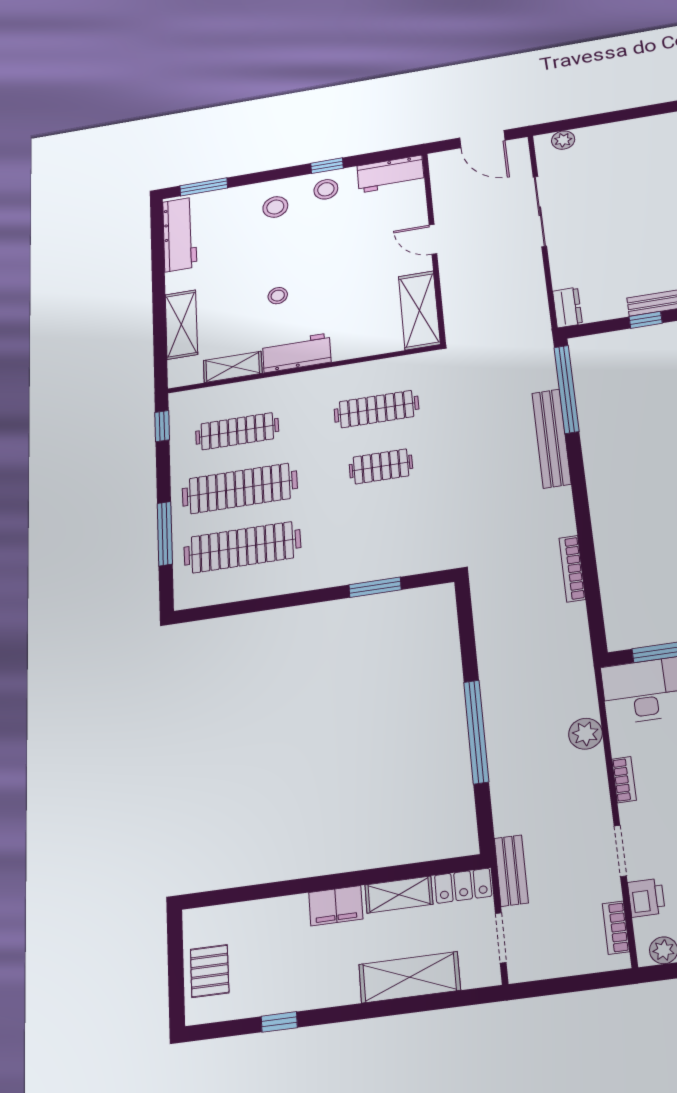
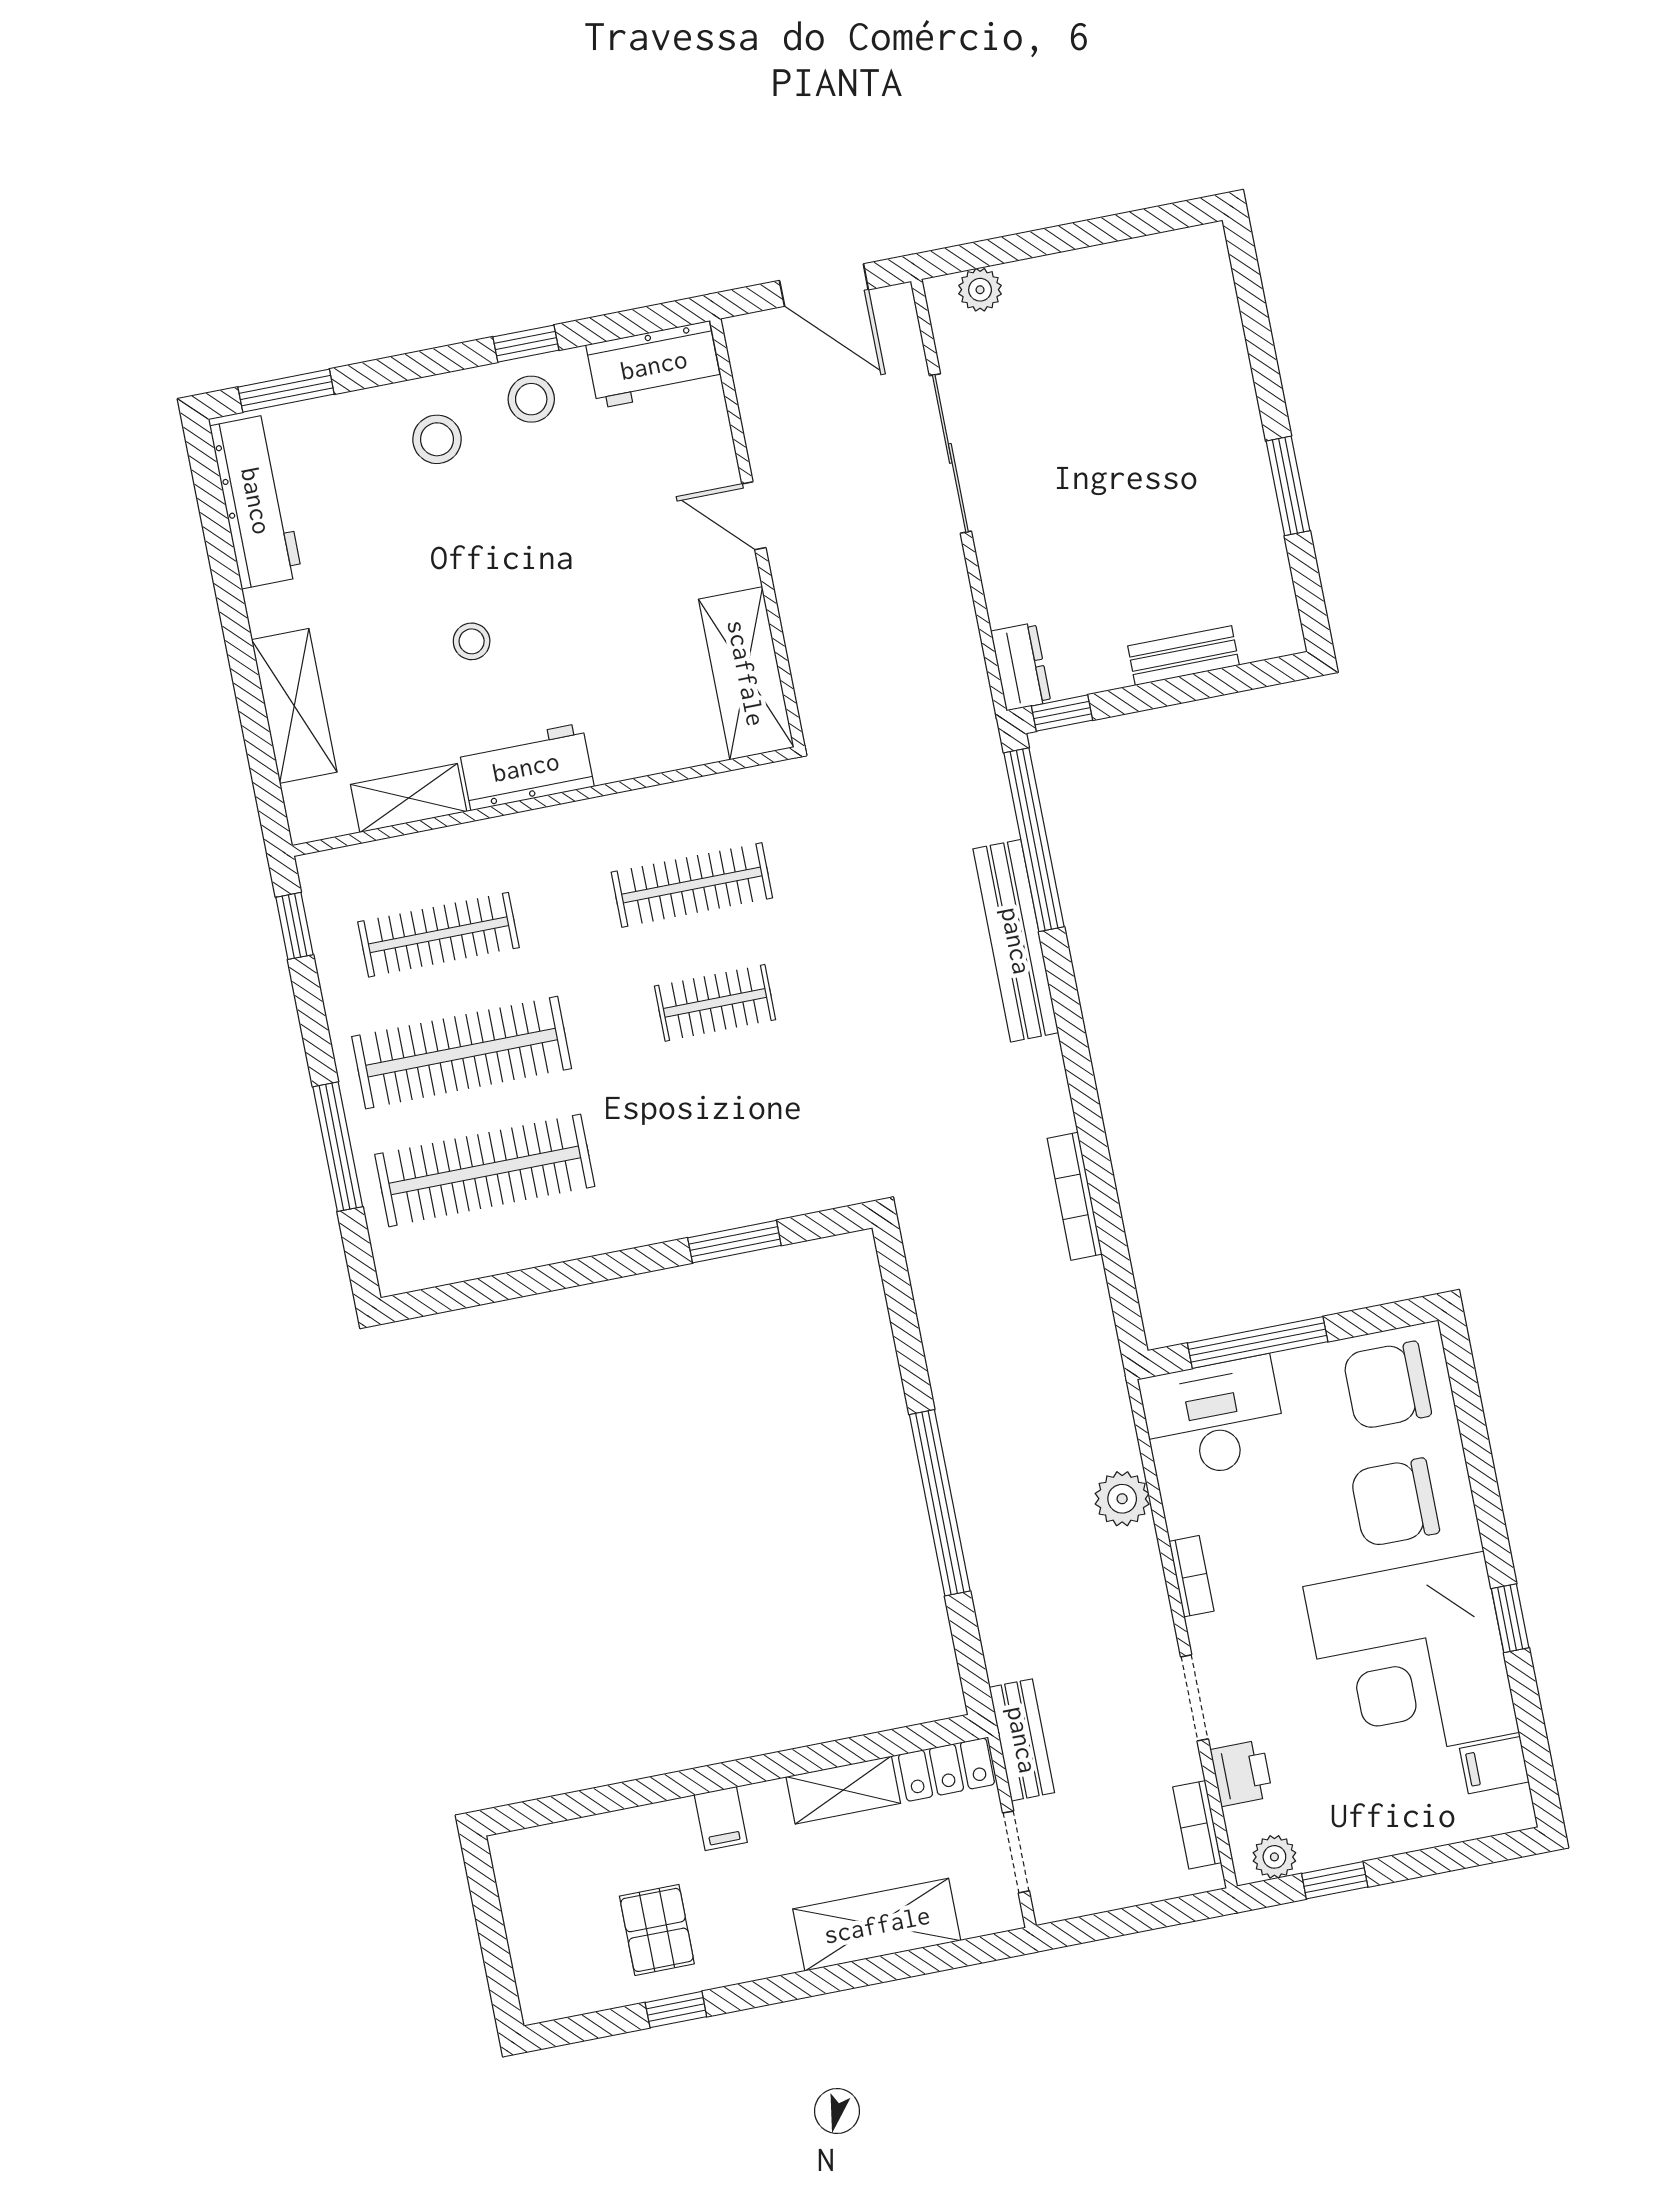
window: (646, 320) -> (1062, 713), moved
filing cabinet: (336, 906) -> (721, 1819), width x0.50
pallet: (210, 971) -> (657, 1930), moved

